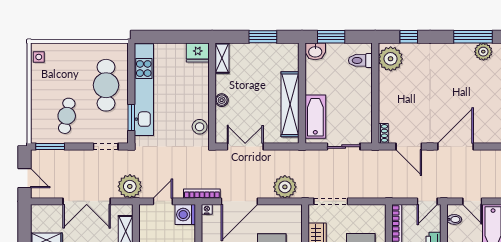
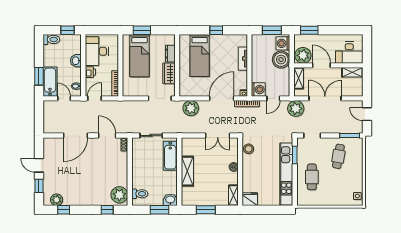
window: (473, 37) -> (64, 210), width x0.46
cafe table: (106, 85) -> (312, 177), width x0.73, depth x0.74
shelving: (290, 104) -> (187, 171), width x0.68

